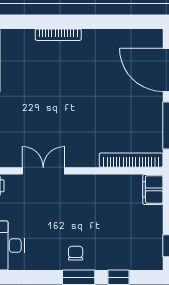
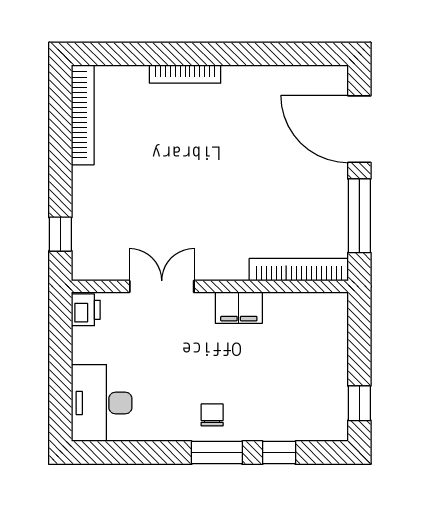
filing cabinet: (153, 189) -> (239, 308), moved, turned -90

